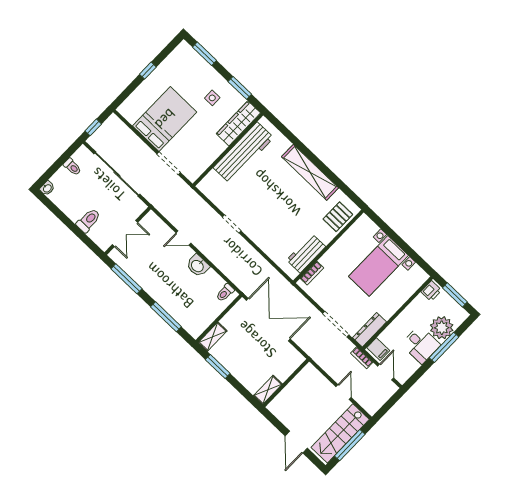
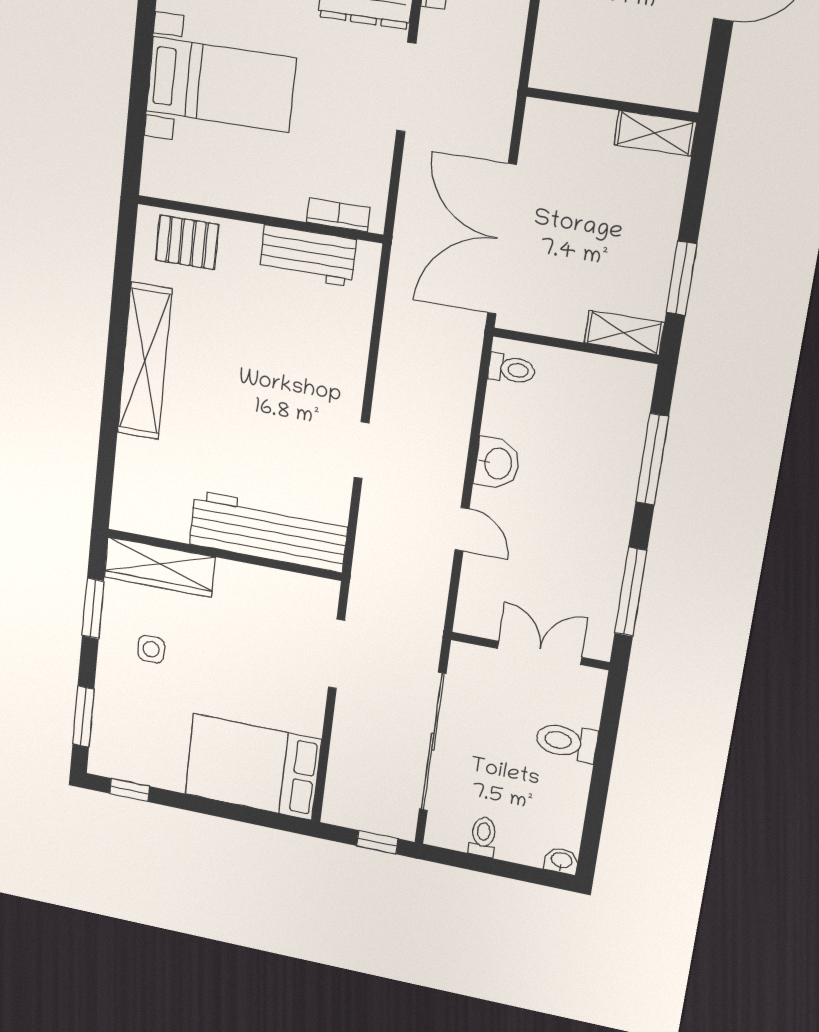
window: (148, 71) -> (130, 790), moved
bed: (165, 119) -> (253, 767), moved
workbench: (243, 153) -> (268, 531), moved

